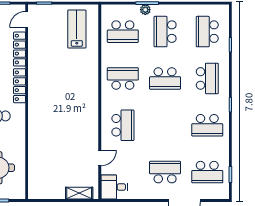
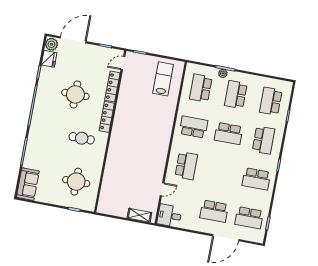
school desk: (123, 32) -> (201, 88), turned 90
school desk: (165, 172) -> (214, 211), turned 180

